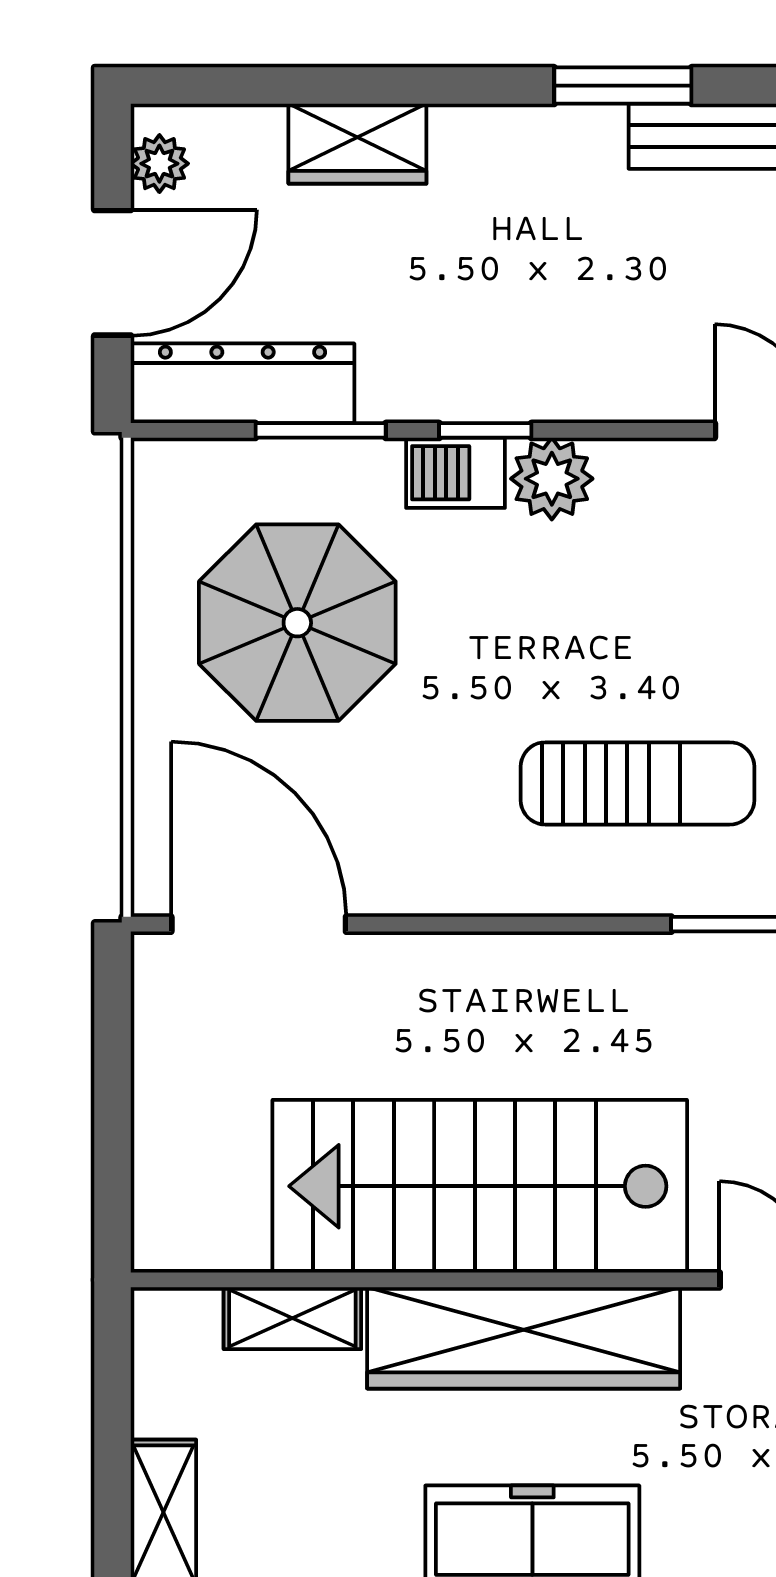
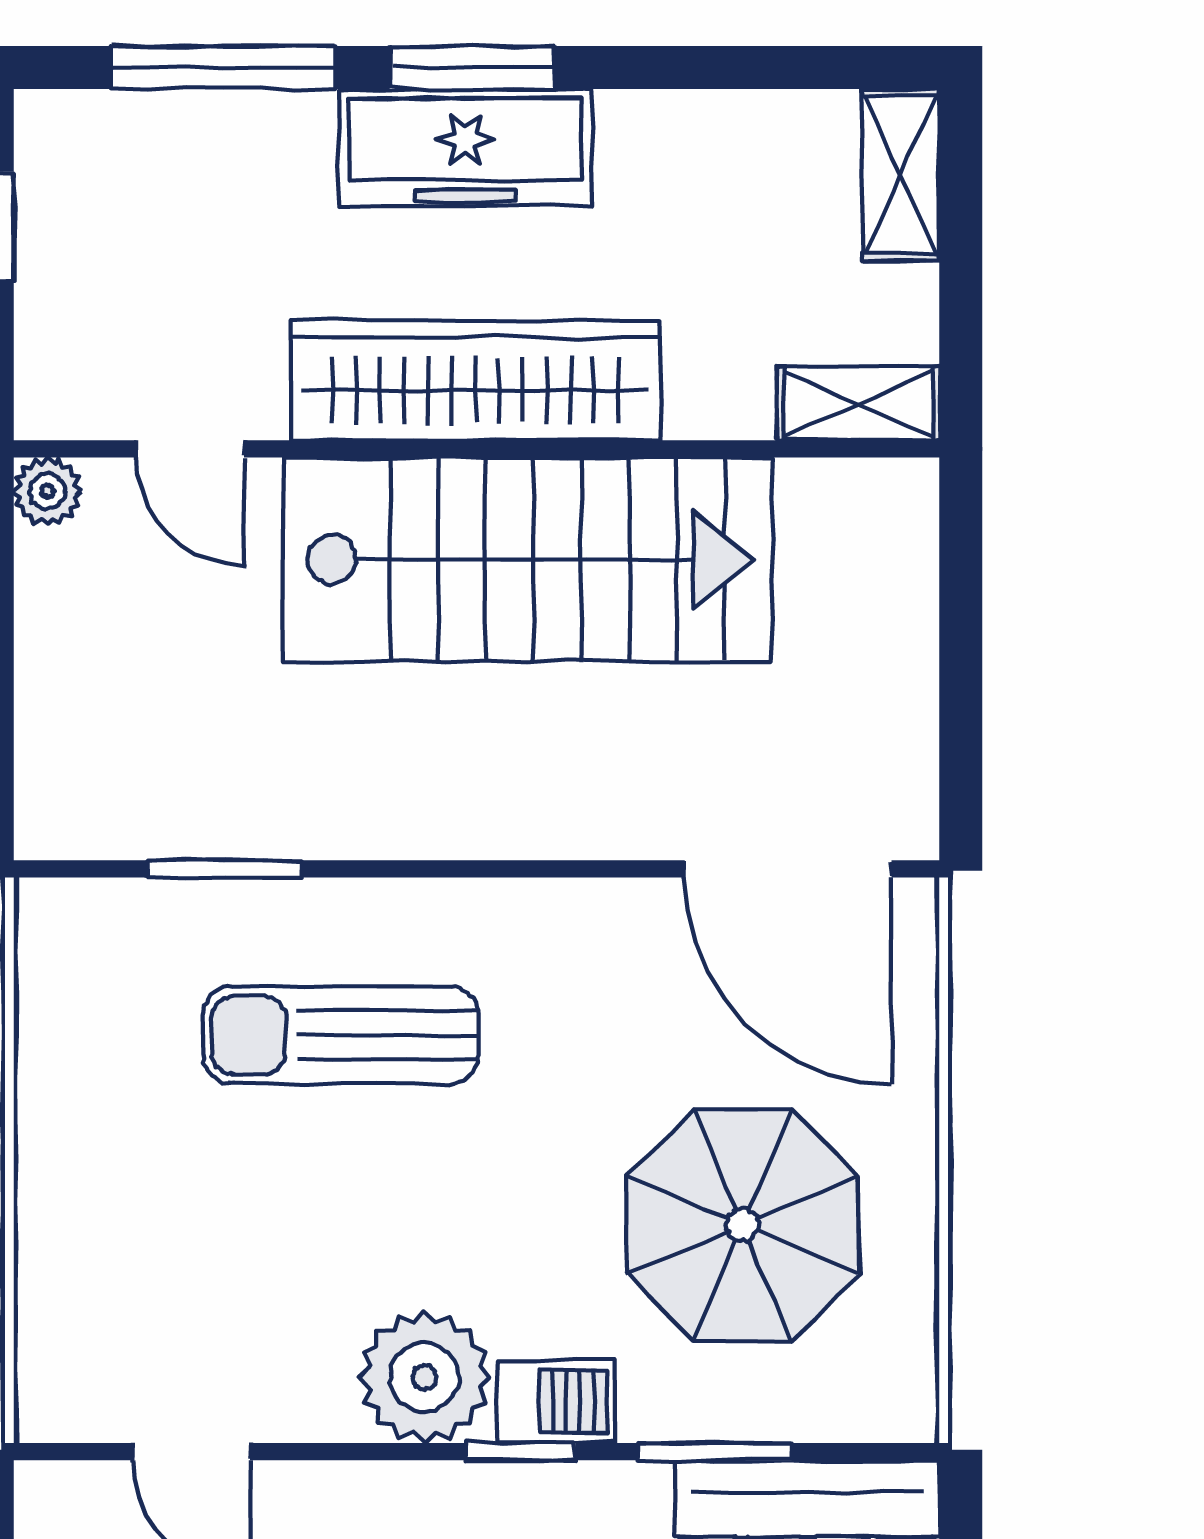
plant: (552, 479) -> (425, 1377), width x1.36, depth x1.36
shelving: (292, 1318) -> (858, 404), moved

